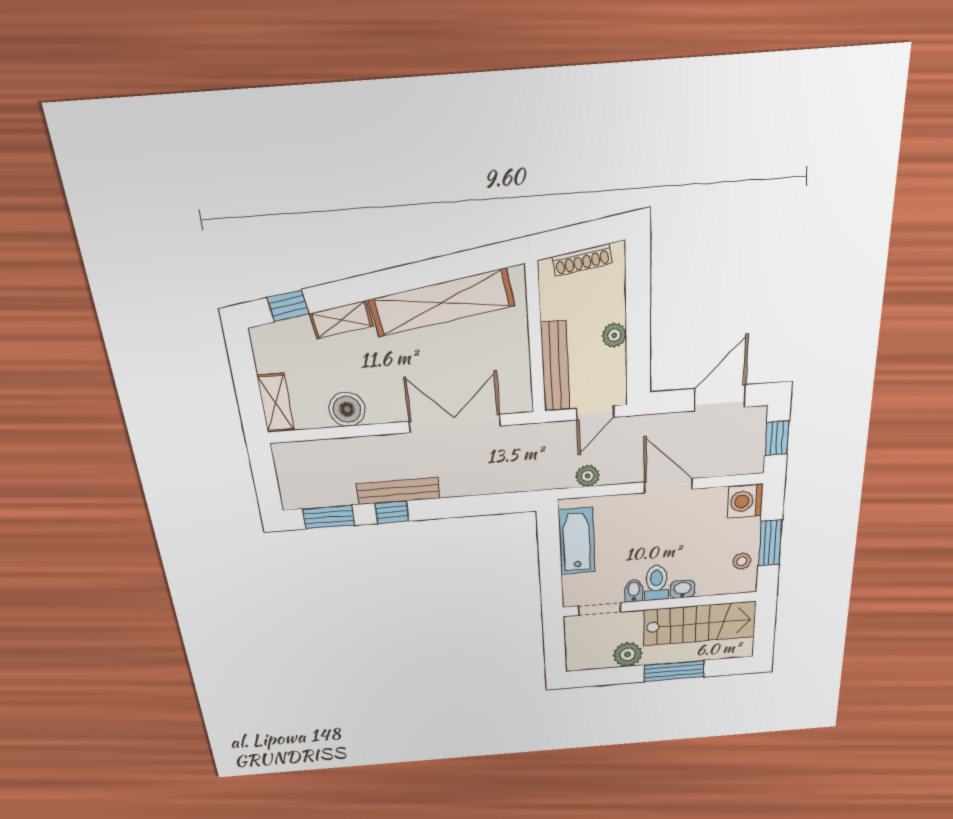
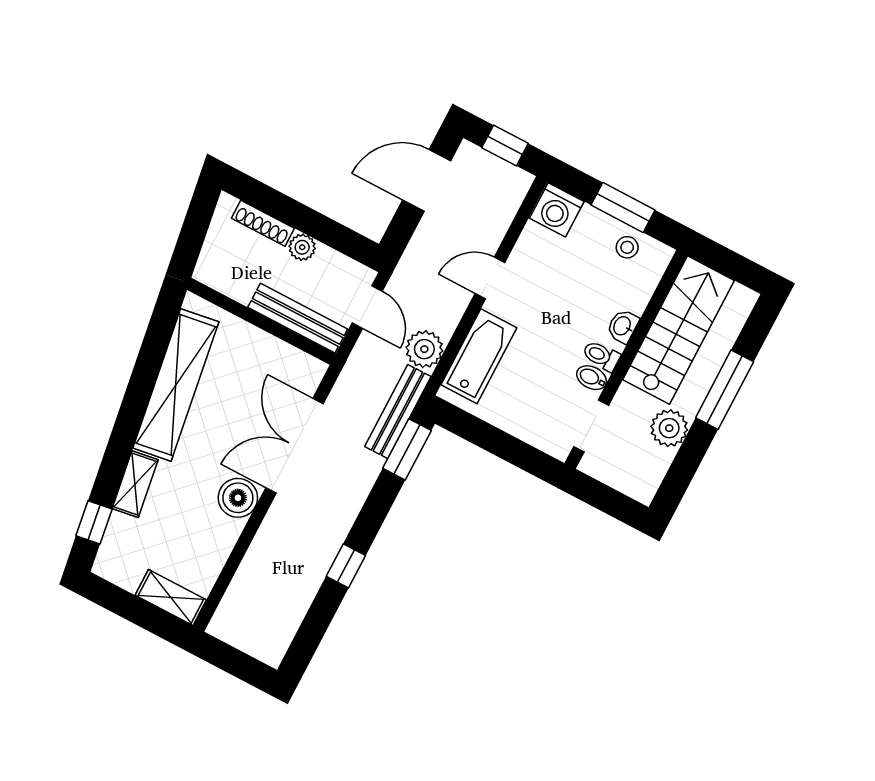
shoe rack: (582, 260) -> (263, 223), moved, turned 99
door: (720, 398) -> (427, 180), hinge flipped
boiler: (347, 409) -> (238, 498), moved
plant: (588, 476) -> (424, 349), width x1.38, depth x1.38
door: (668, 486) -> (490, 278), width x0.73
bench: (398, 491) -> (398, 412), moved
window: (329, 517) -> (407, 449), moved
bathtub: (577, 541) -> (479, 356), moved, turned 90
toilet: (656, 583) -> (601, 356), width x0.73, depth x0.72

